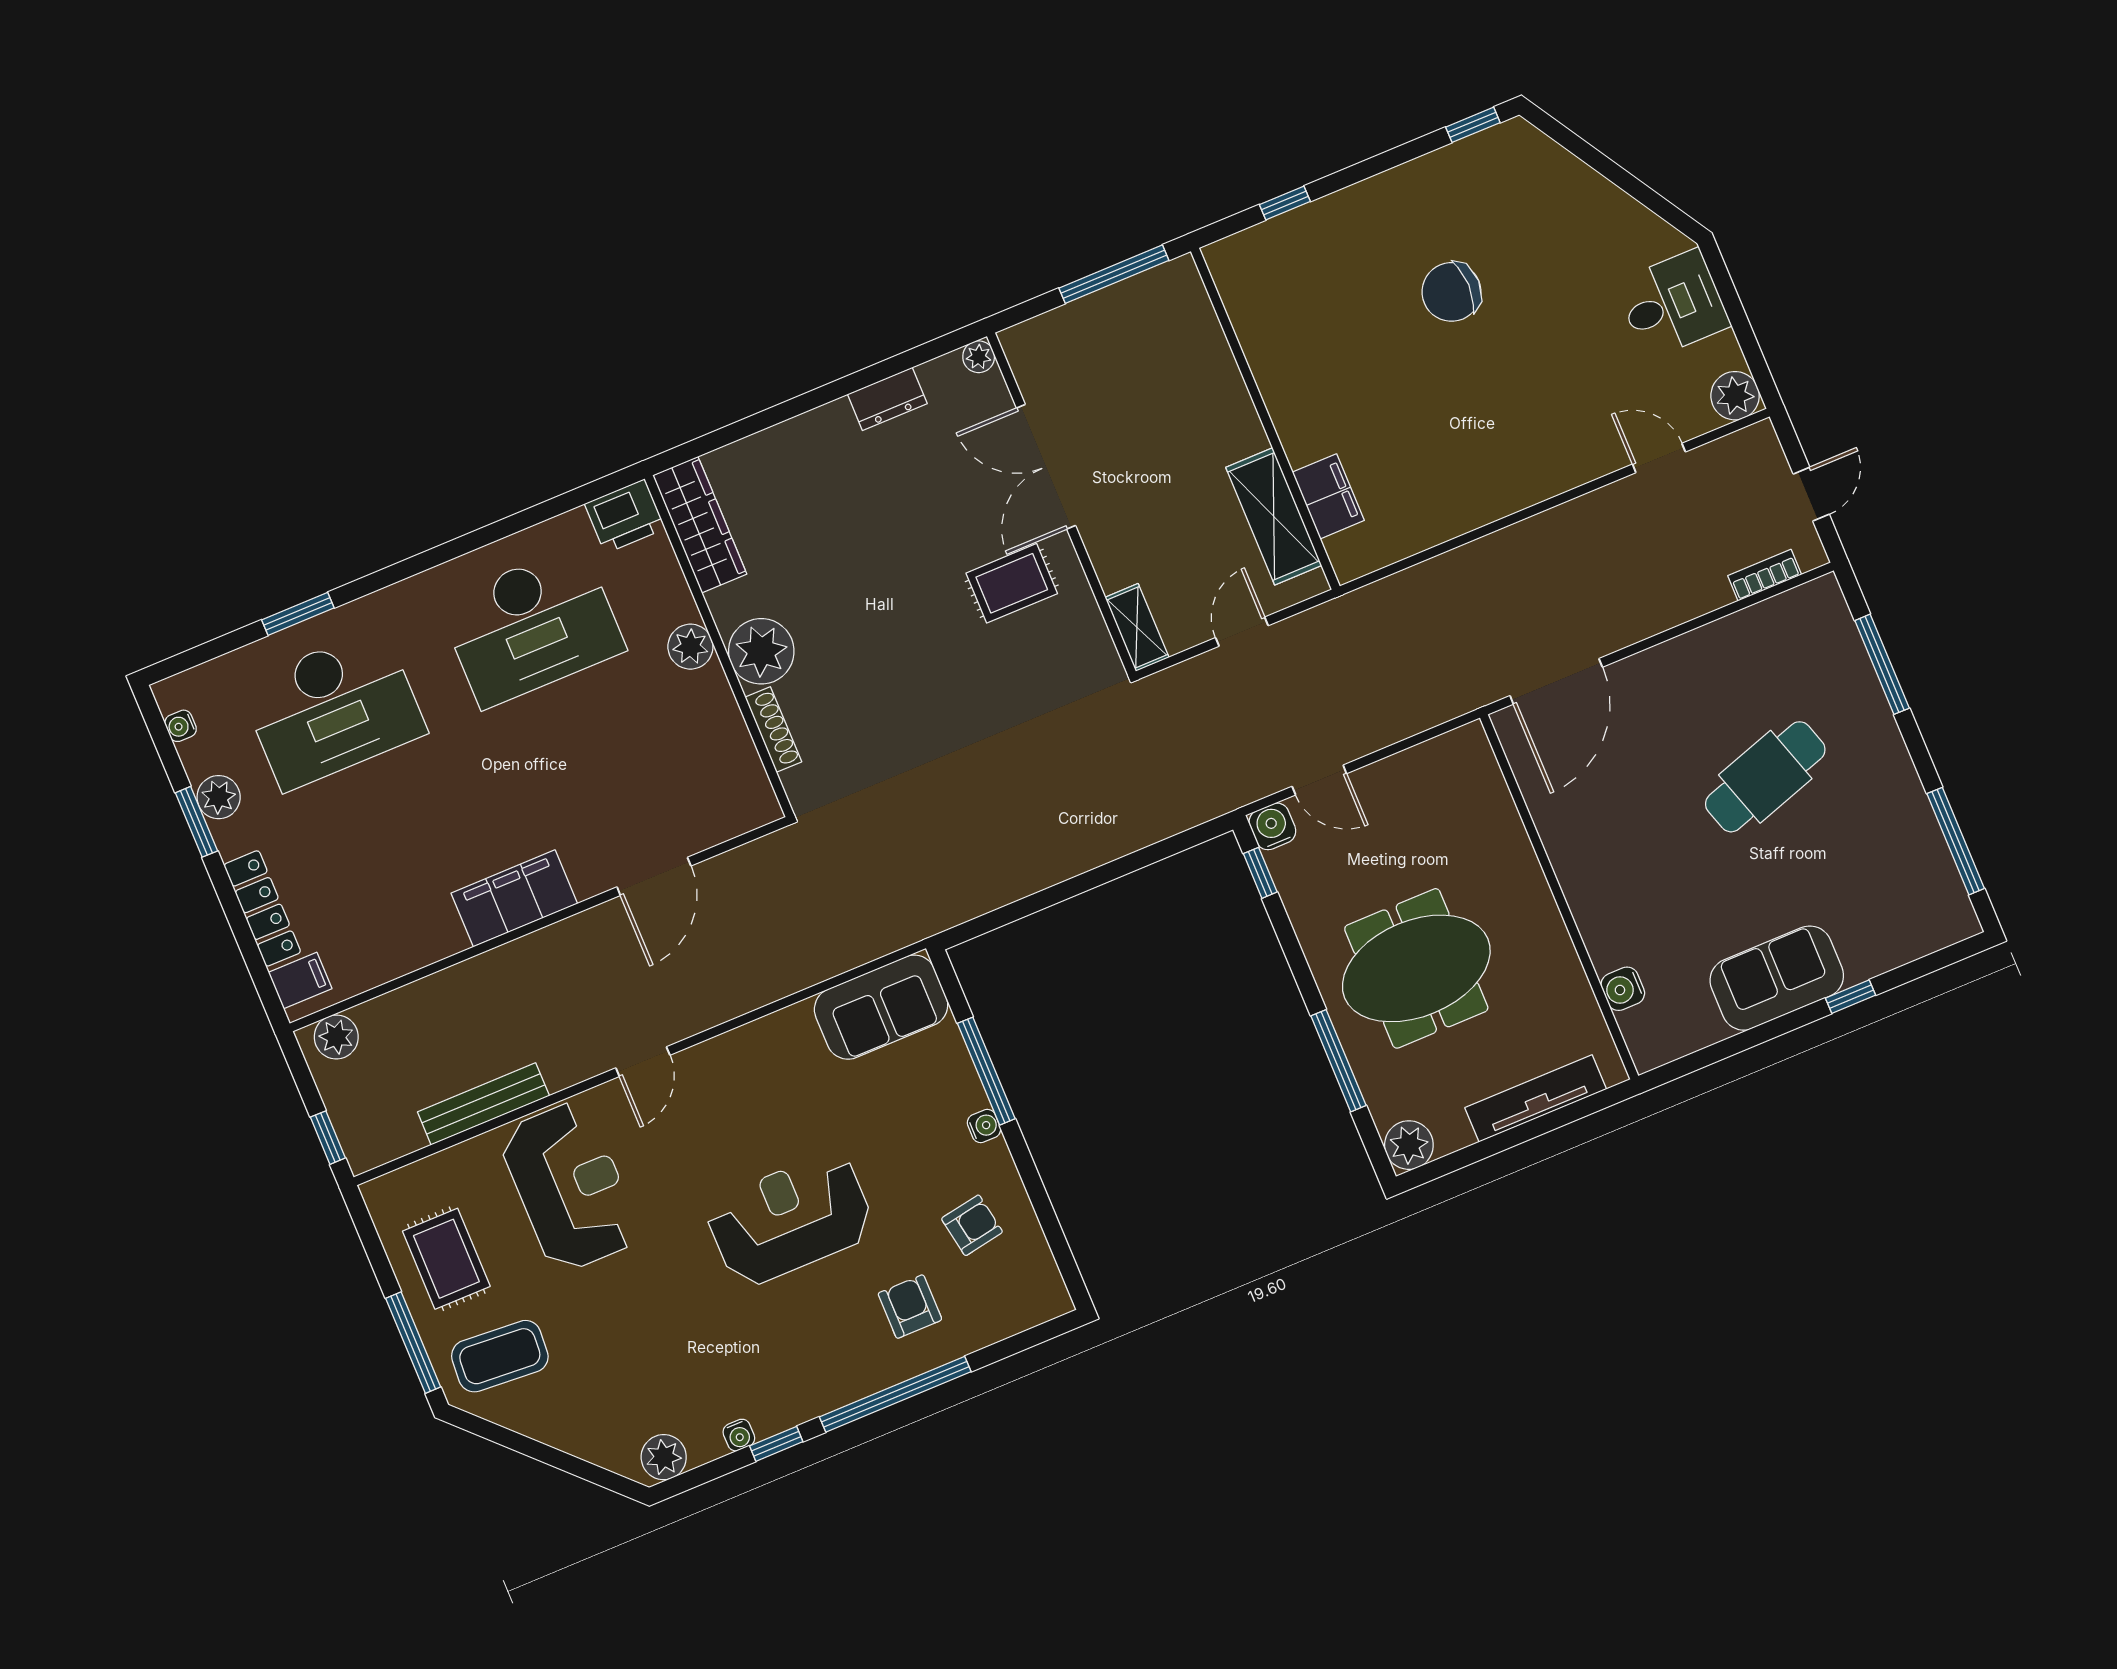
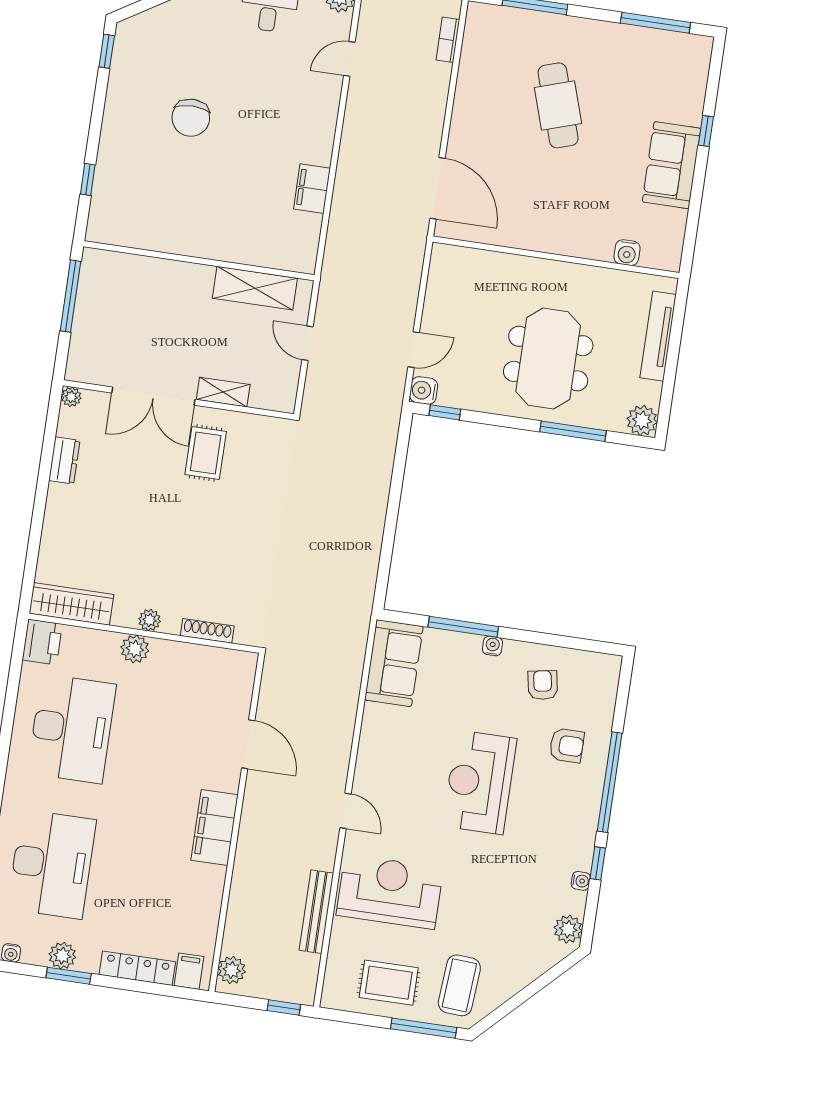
filing cabinet: (1328, 496) -> (312, 189), moved, turned -90
shelving: (1137, 627) -> (223, 392), moved
plant: (761, 651) -> (150, 620), width x0.53, depth x0.53
armchair: (910, 1307) -> (567, 745), turned 180

